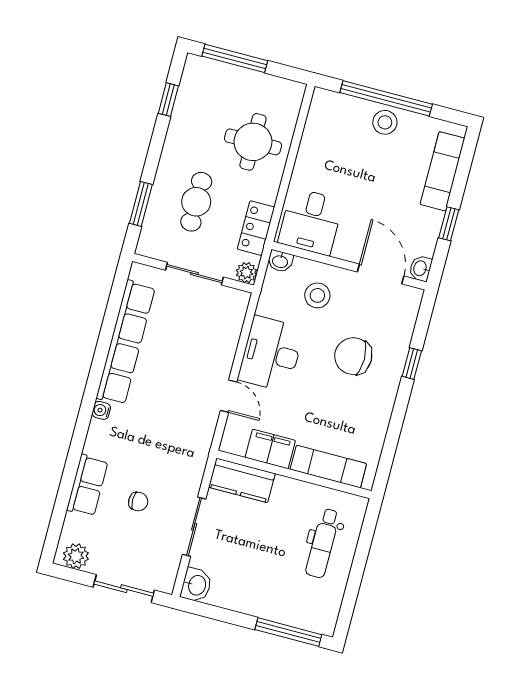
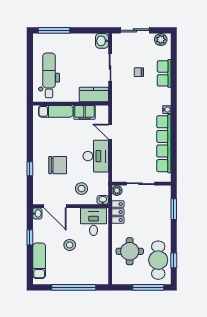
stool: (385, 122) -> (70, 245), moved
cafe table: (196, 202) -> (158, 260), moved, width x1.37, depth x1.35
dental chair: (323, 543) -> (49, 75), width x1.36, depth x1.38

